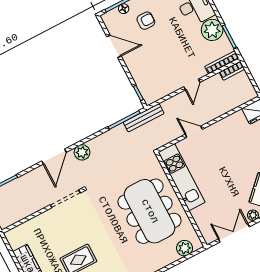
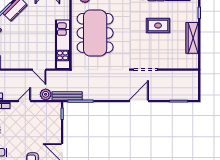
plant: (82, 152) -> (46, 94), moved

